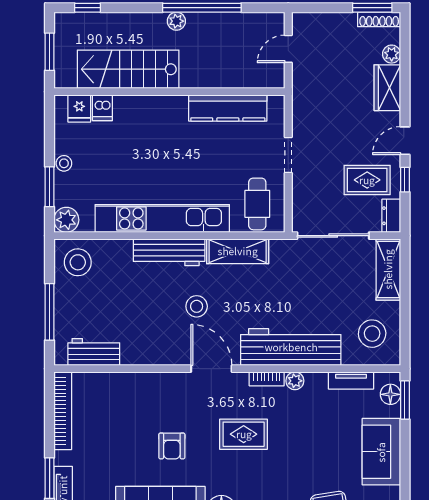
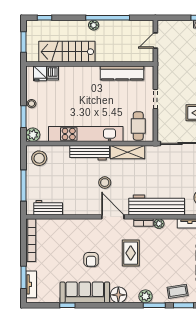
rug: (244, 434) -> (131, 253), turned 90

